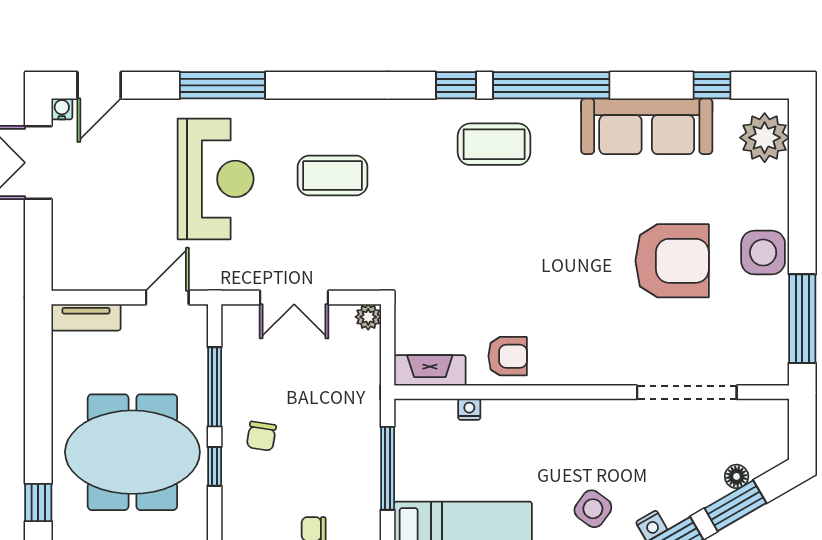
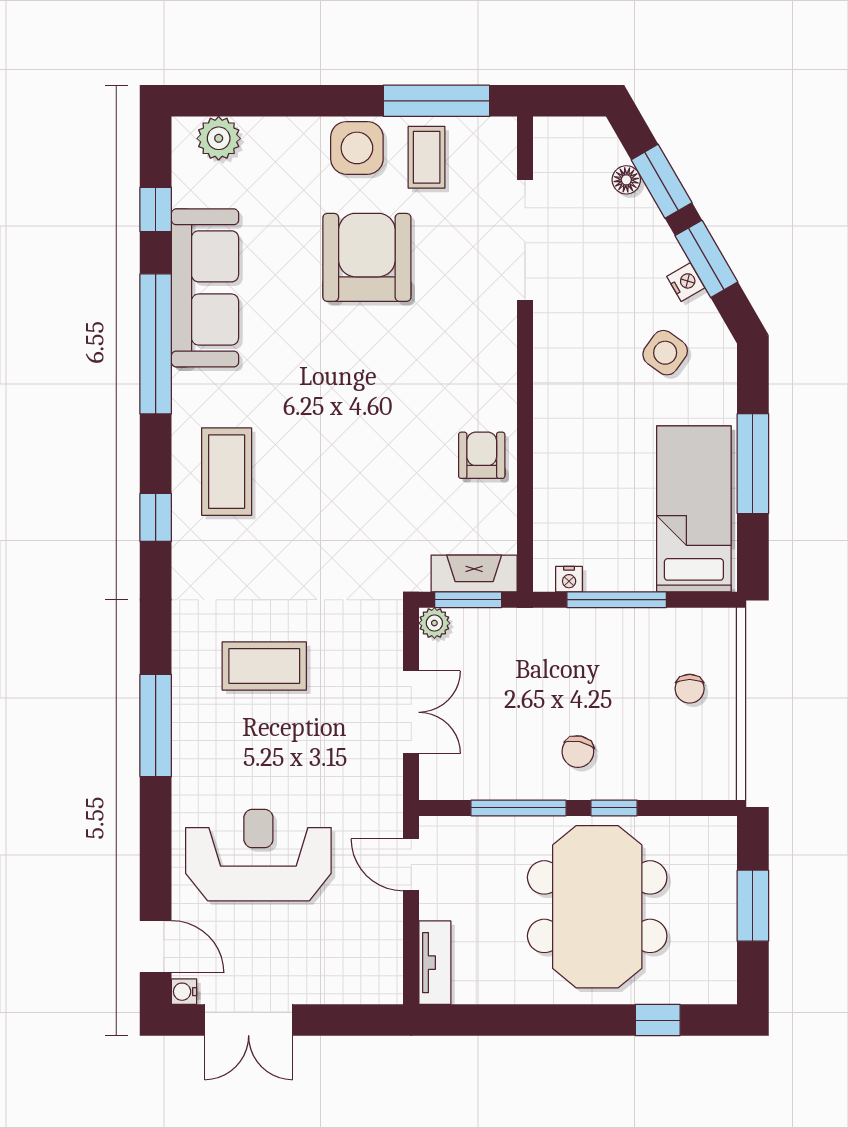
window: (222, 85) -> (156, 725), moved
window: (551, 85) -> (156, 344), moved
plant: (765, 138) -> (219, 138), width x0.73, depth x0.73
coffee table: (332, 176) -> (264, 666), turned 90
reception desk: (216, 179) -> (258, 855), moved
coffee table: (755, 310) -> (427, 157), added
window: (388, 345) -> (468, 600), added
fireplace: (430, 370) -> (474, 573), moved, turned 90
nightstand: (469, 409) -> (569, 579), moved, turned -90
chair: (261, 436) -> (578, 752), turned 93

